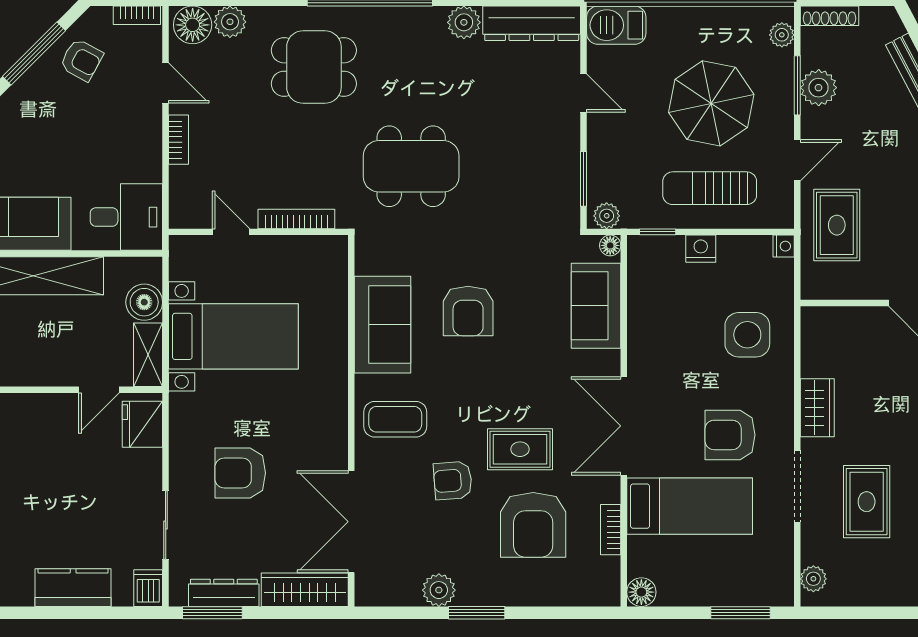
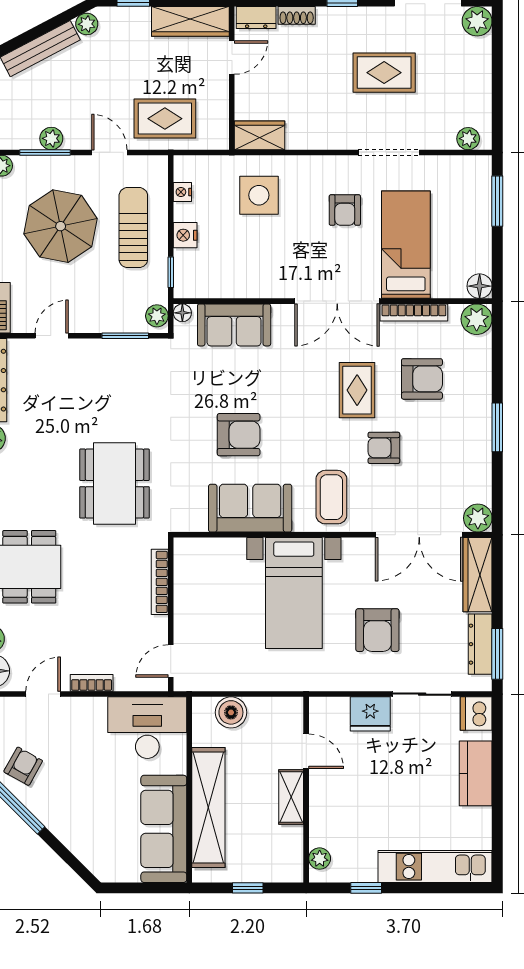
plant: (819, 88) -> (51, 138), width x0.73, depth x0.73
sun lounger: (710, 188) -> (133, 228), turned 180
desk: (126, 217) -> (147, 728), width x1.37
door: (231, 232) -> (171, 661), moved
nightstand: (784, 246) -> (182, 192), moved, turned -90
bed with nightstands: (233, 336) -> (294, 593), moved, turned 180
shelving: (148, 355) -> (291, 797), moved, turned 90
wardrobe: (817, 408) -> (259, 135), moved
fridge: (142, 424) -> (370, 714), moved
armchair: (730, 435) -> (345, 210), width x0.72, depth x0.72
armchair: (453, 481) -> (384, 448), turned 94
rug: (867, 502) -> (384, 73), moved
armchair: (533, 525) -> (422, 379), width x0.73, depth x0.73
bookcase: (611, 530) -> (414, 312), width x1.56
dishwasher: (148, 588) -> (476, 714), width x1.38
plant: (603, 589) -> (477, 319), added
plant: (439, 590) -> (478, 518), moved

